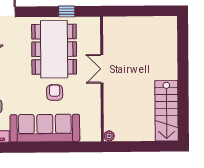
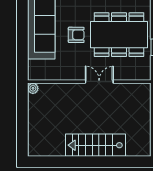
stairs: (166, 111) -> (95, 145), moved

